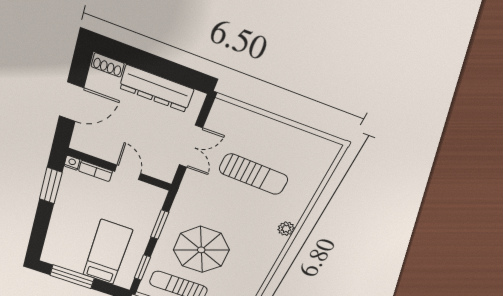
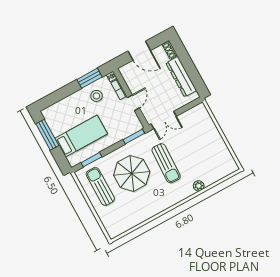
double door: (191, 147) -> (164, 120), moved
sun lounger: (253, 174) -> (166, 163), moved
stool: (79, 199) -> (96, 96), added
window: (160, 225) -> (134, 136), moved
plant: (286, 229) -> (199, 186), moved

